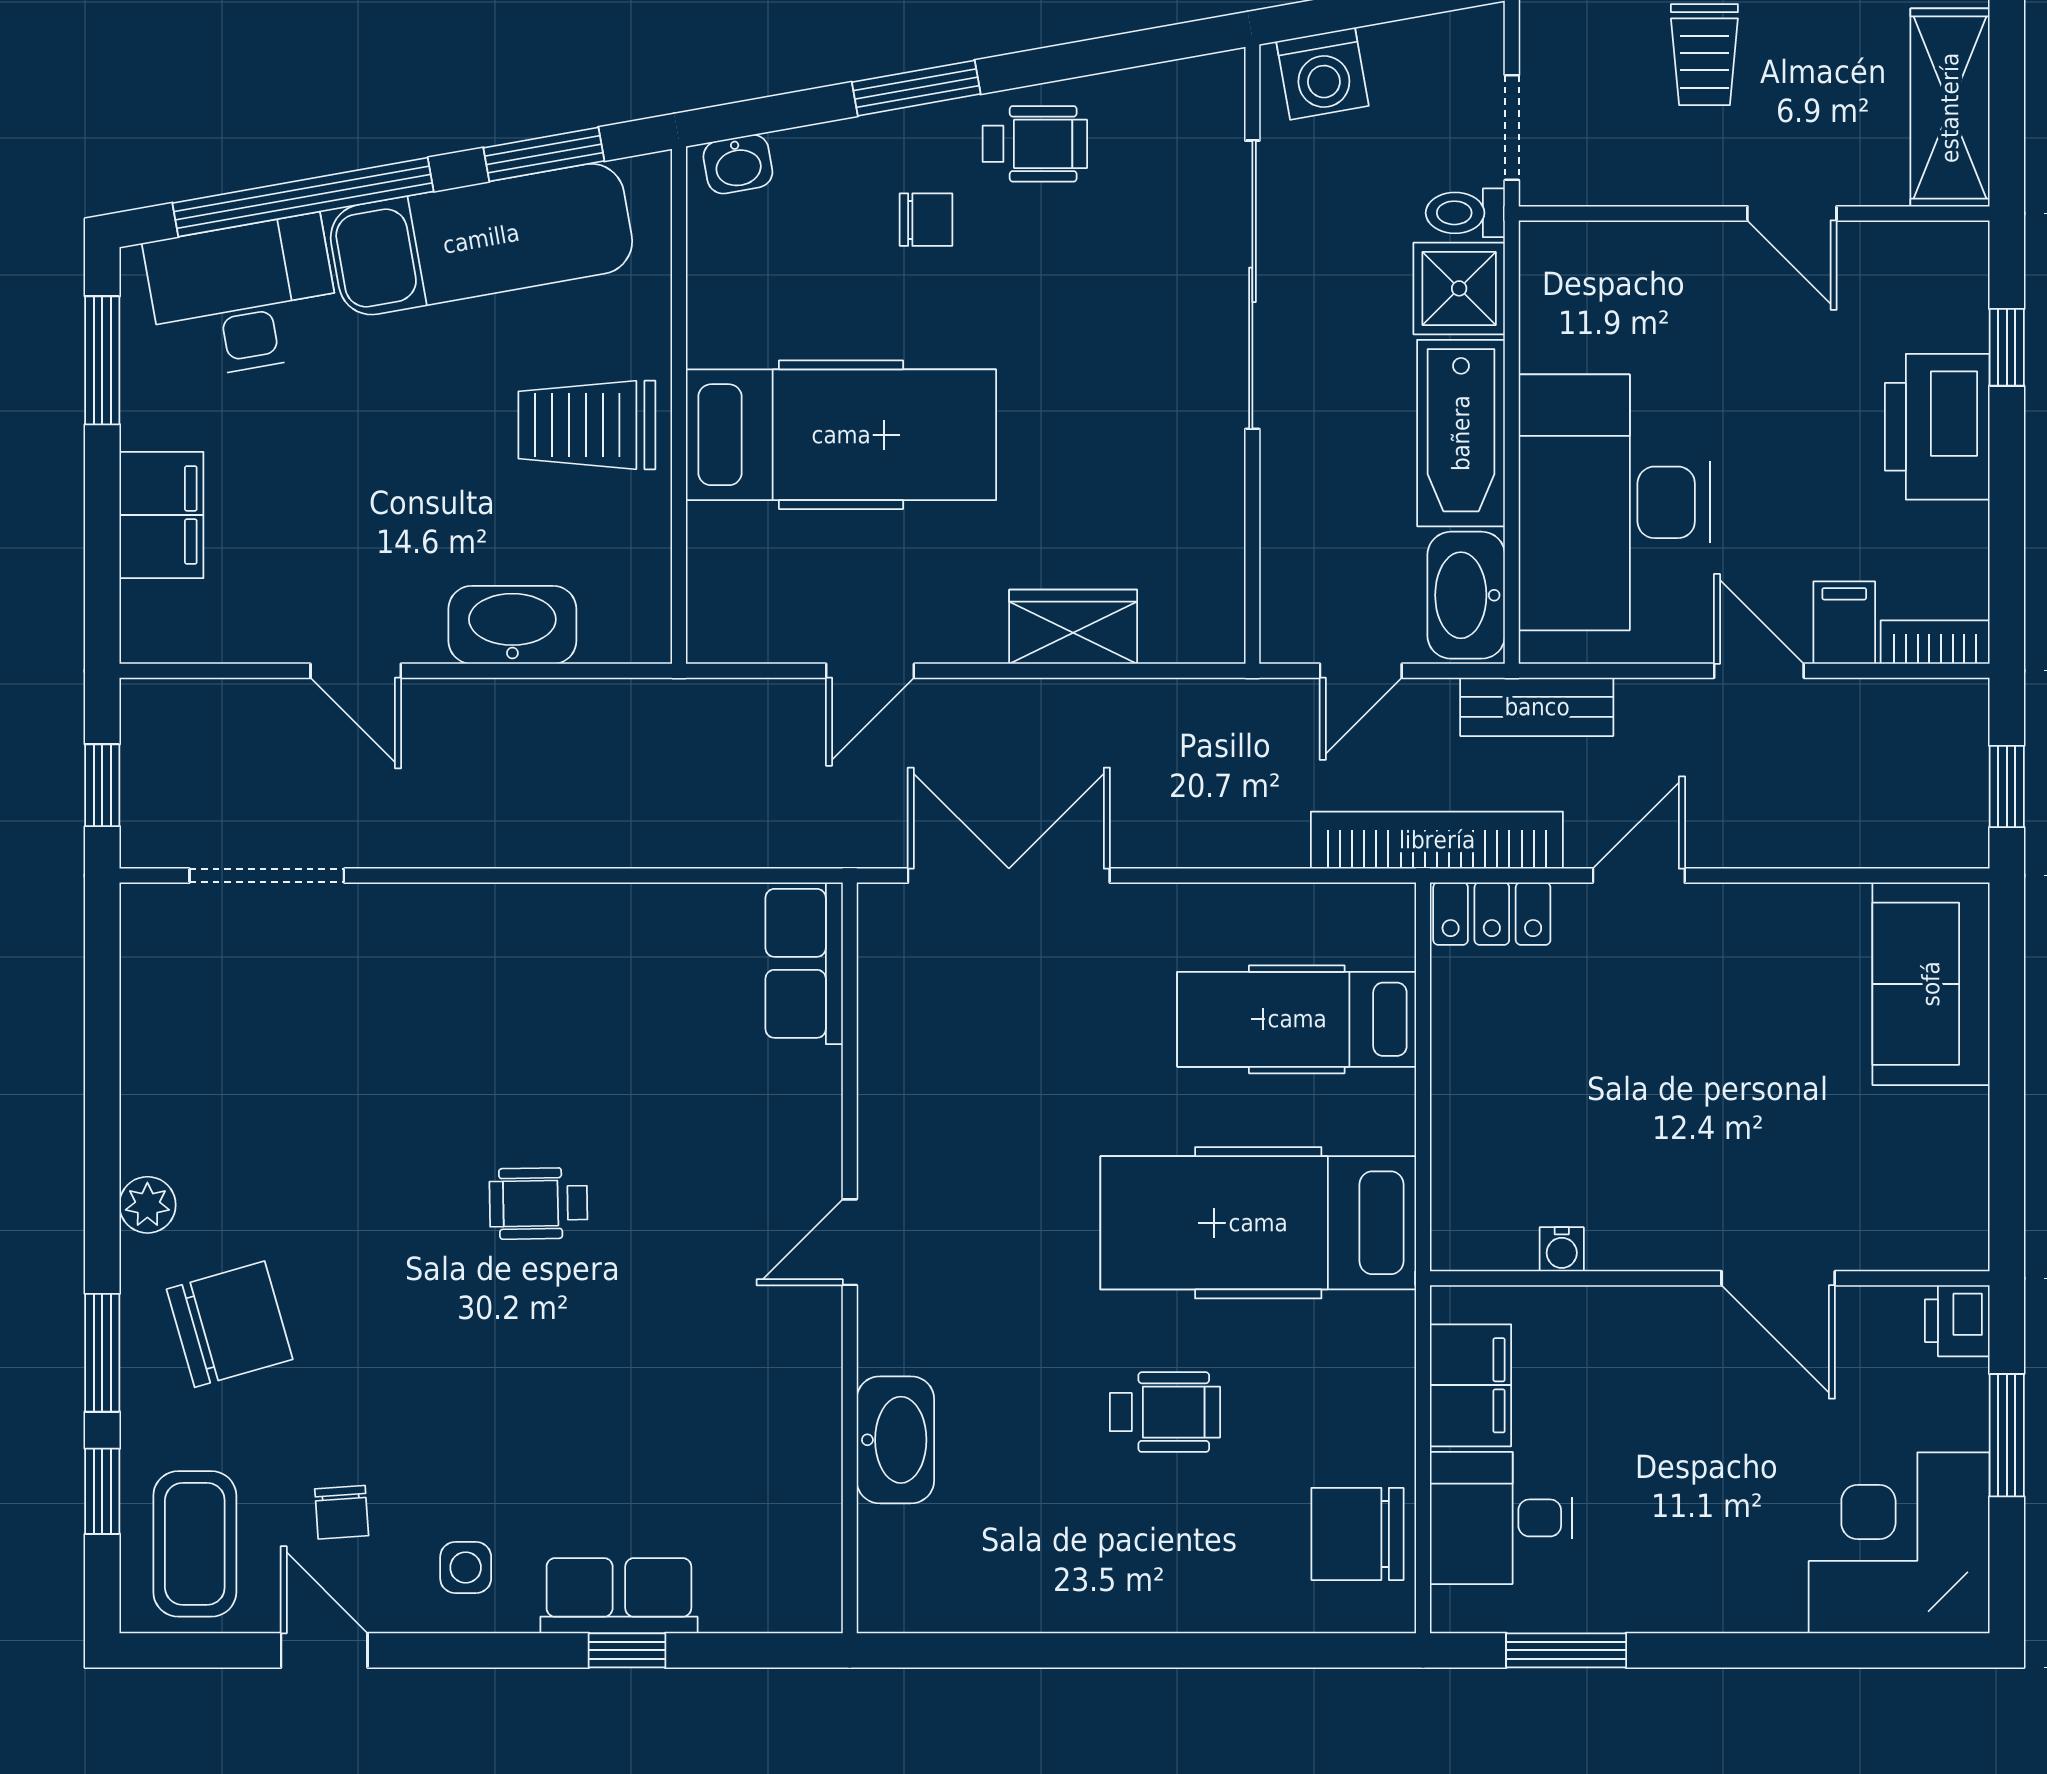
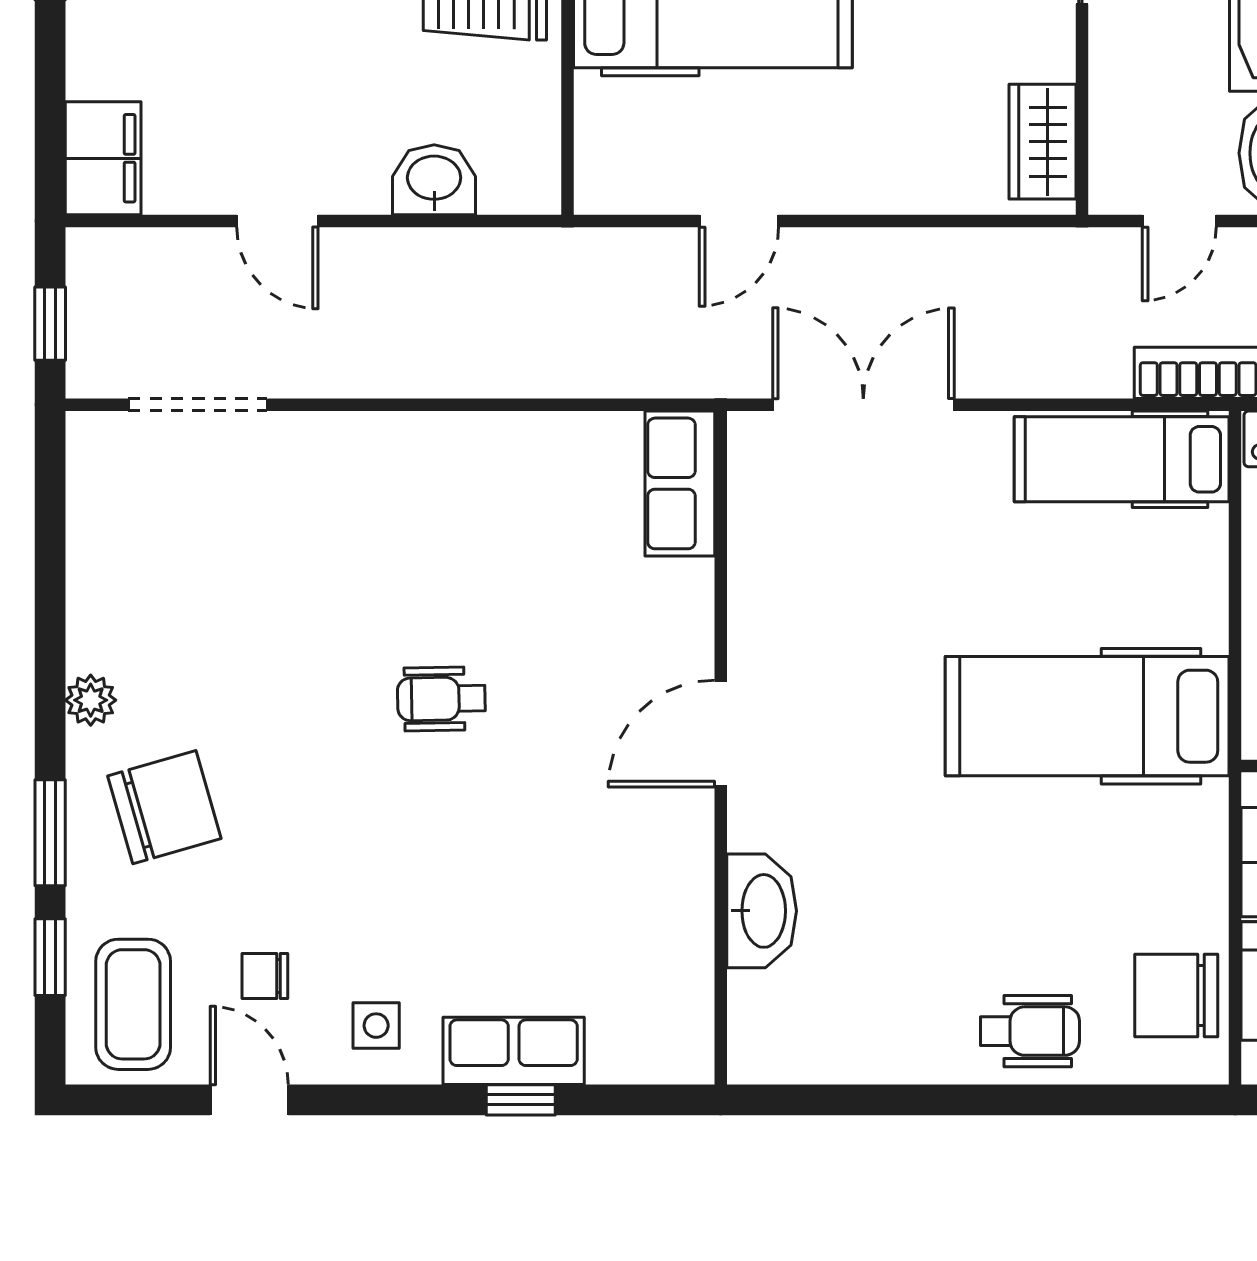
filing cabinet: (161, 515) -> (103, 158), moved
washbasin: (512, 625) -> (434, 180), width x0.72
wardrobe: (1073, 627) -> (1043, 142), moved, turned -90
hospital bed: (1297, 1019) -> (1122, 459), moved
door: (850, 1242) -> (721, 734), width x1.38
wheelchair: (1165, 1412) -> (1030, 1031), moved
chair: (342, 1512) -> (265, 976), turned 94

